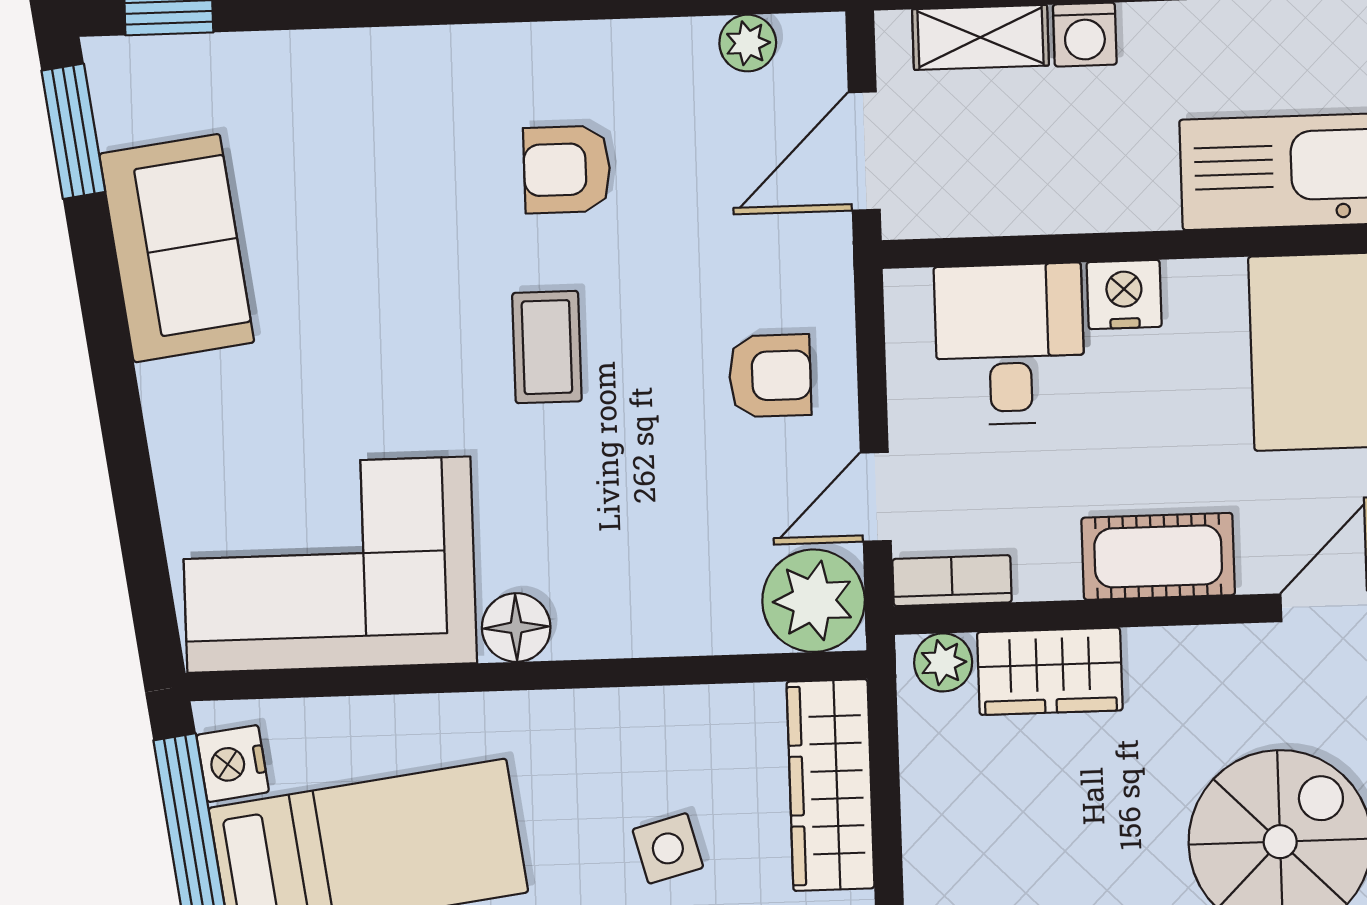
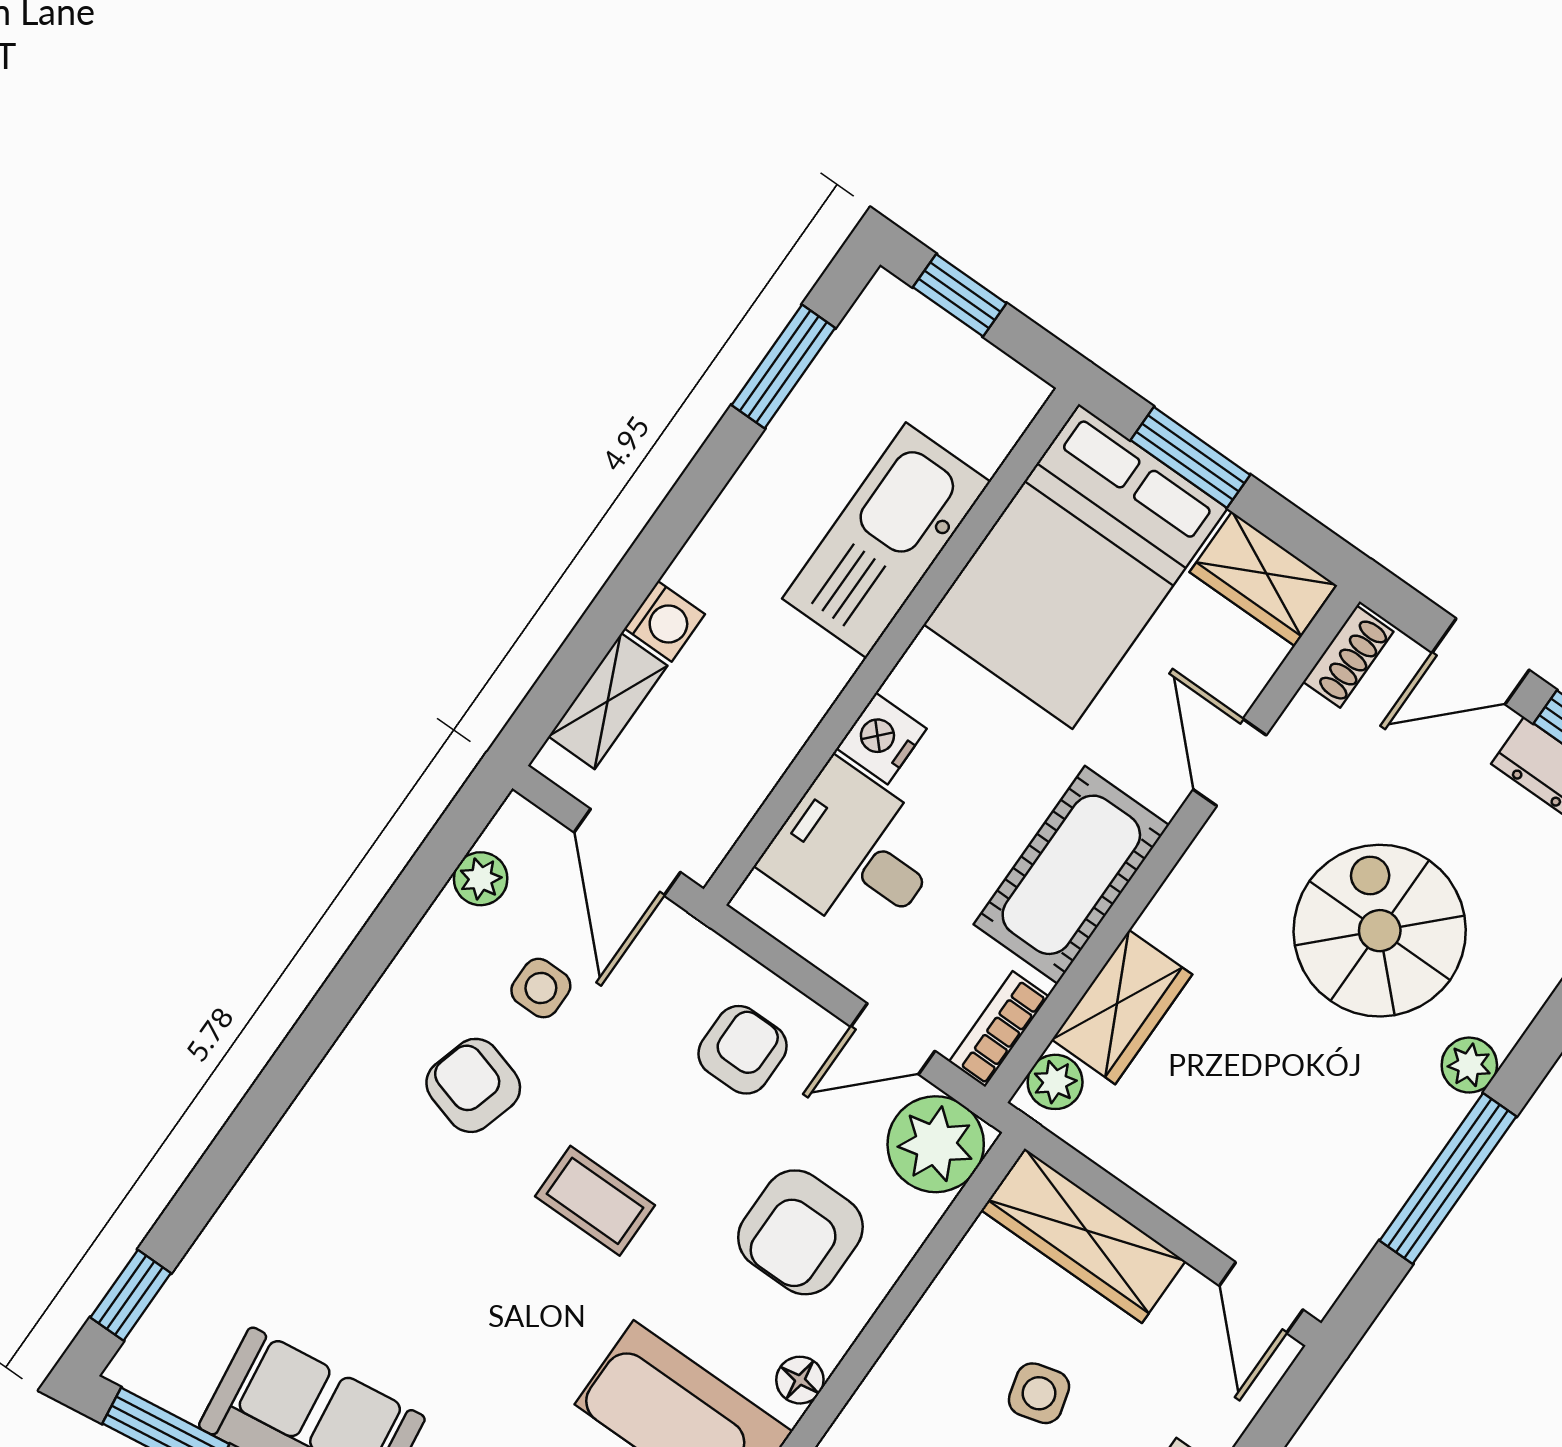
side table: (693, 164) -> (541, 988), added
armchair: (567, 169) -> (473, 1085), turned 106
door: (876, 497) -> (893, 1039), hinge flipped
armchair: (652, 542) -> (800, 1232), added
cot: (1158, 556) -> (1071, 875), width x1.37, depth x1.34
floor lamp: (516, 627) -> (800, 1380), width x0.73, depth x0.73

